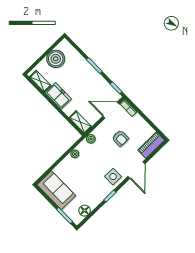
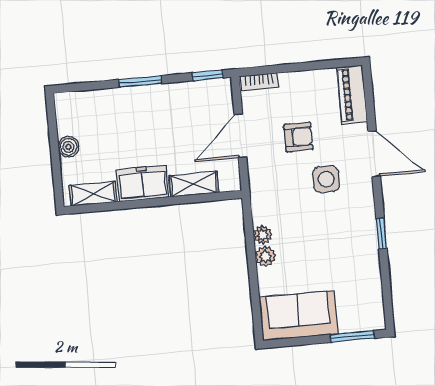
boiler: (56, 59) -> (68, 147), width x0.54, depth x0.54
door: (111, 110) -> (240, 136), moved
shelving: (80, 122) -> (194, 184), moved
plant: (91, 139) -> (265, 256), moved
side table: (113, 177) -> (326, 179), moved
floor lamp: (85, 211) -> (371, 296), removed

